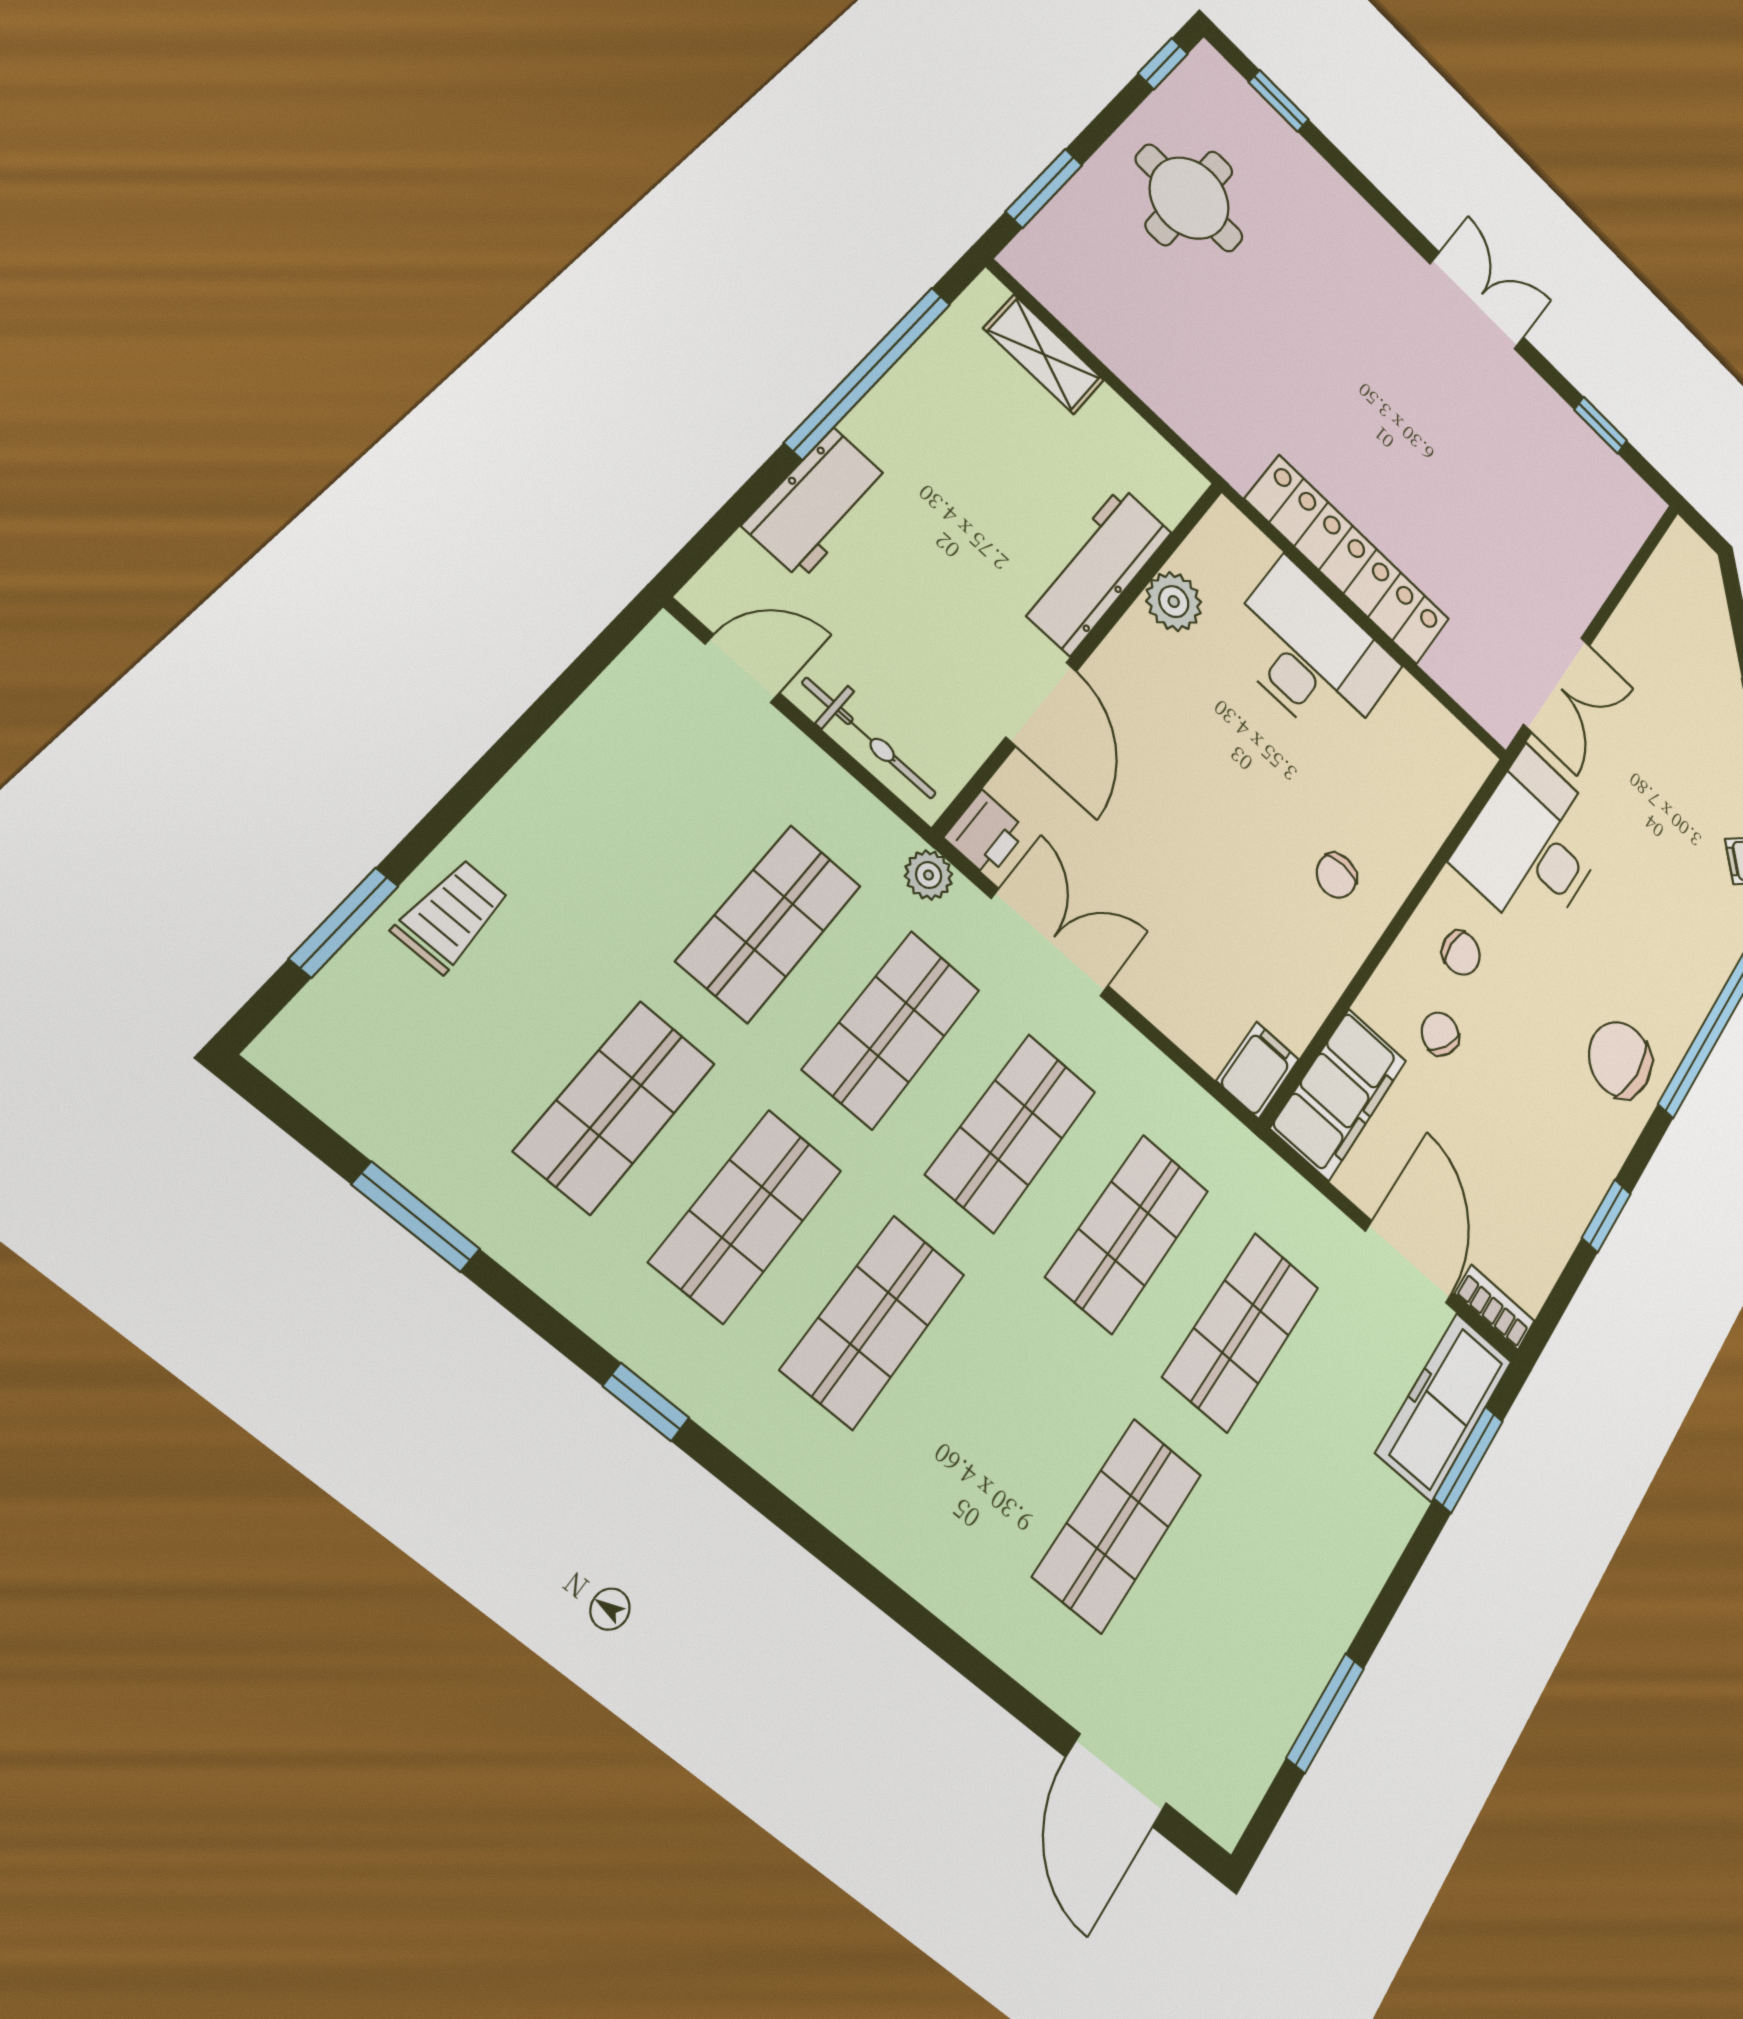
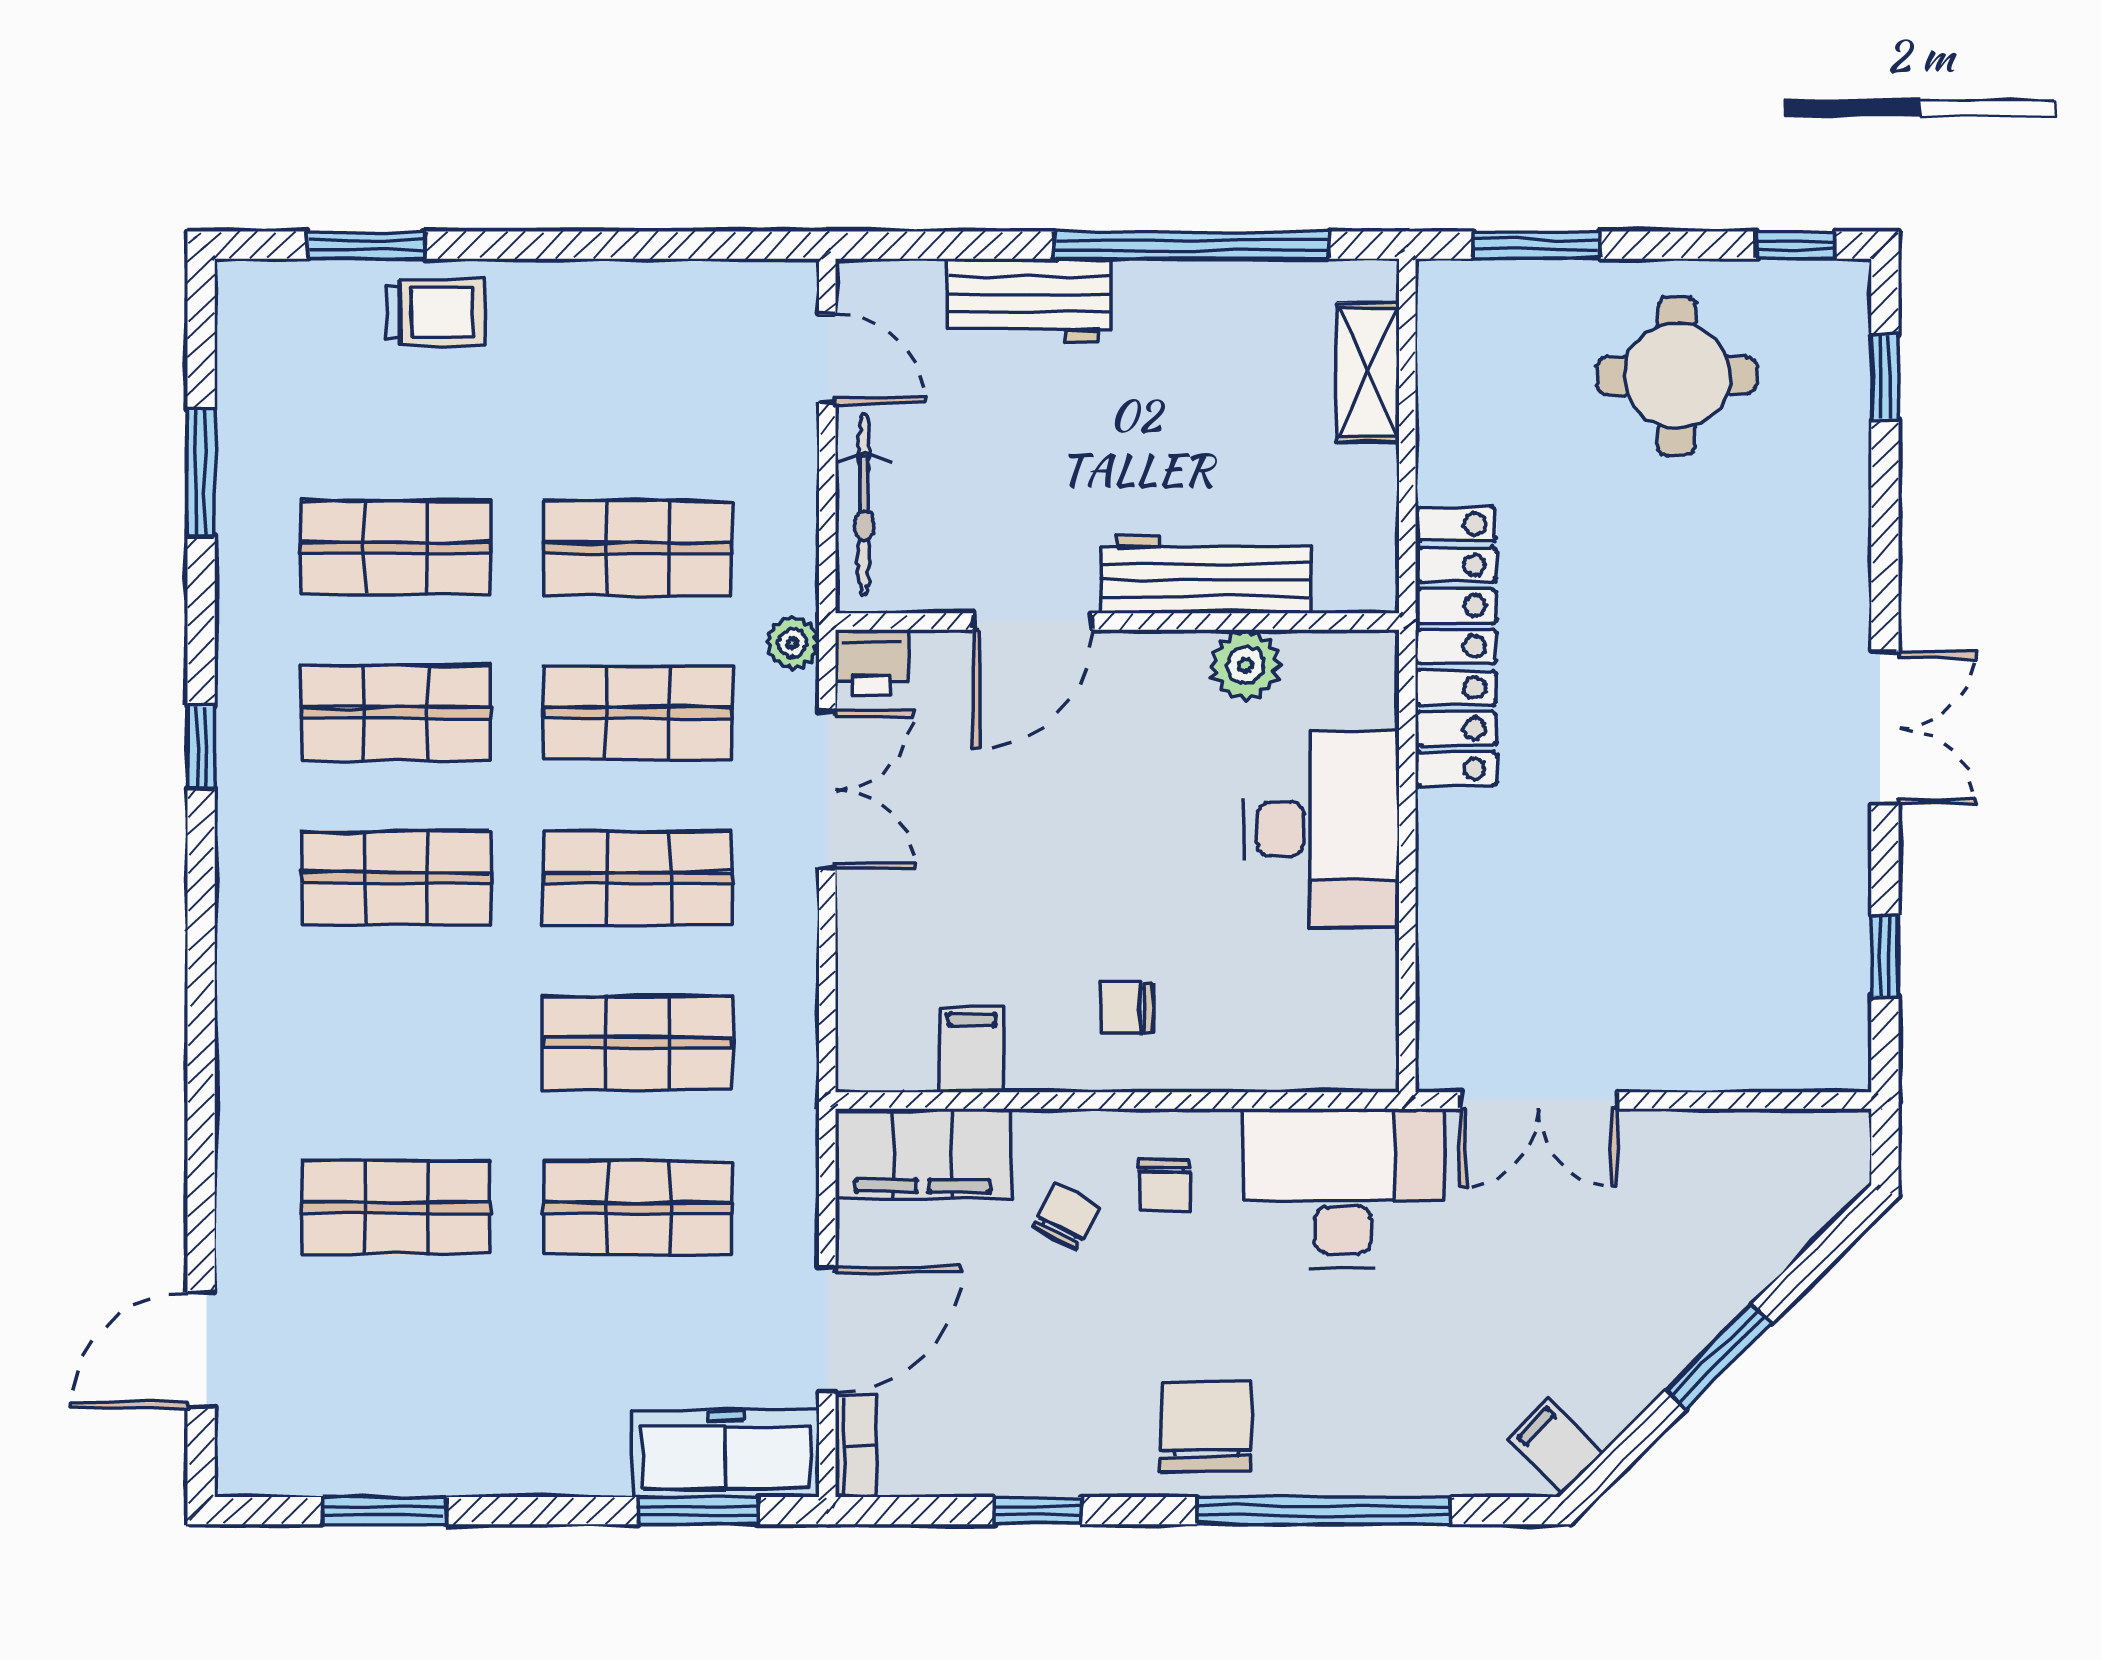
locker: (1348, 560) -> (1456, 647), moved
filing cabinet: (1258, 1070) -> (972, 1049), moved, turned -90

